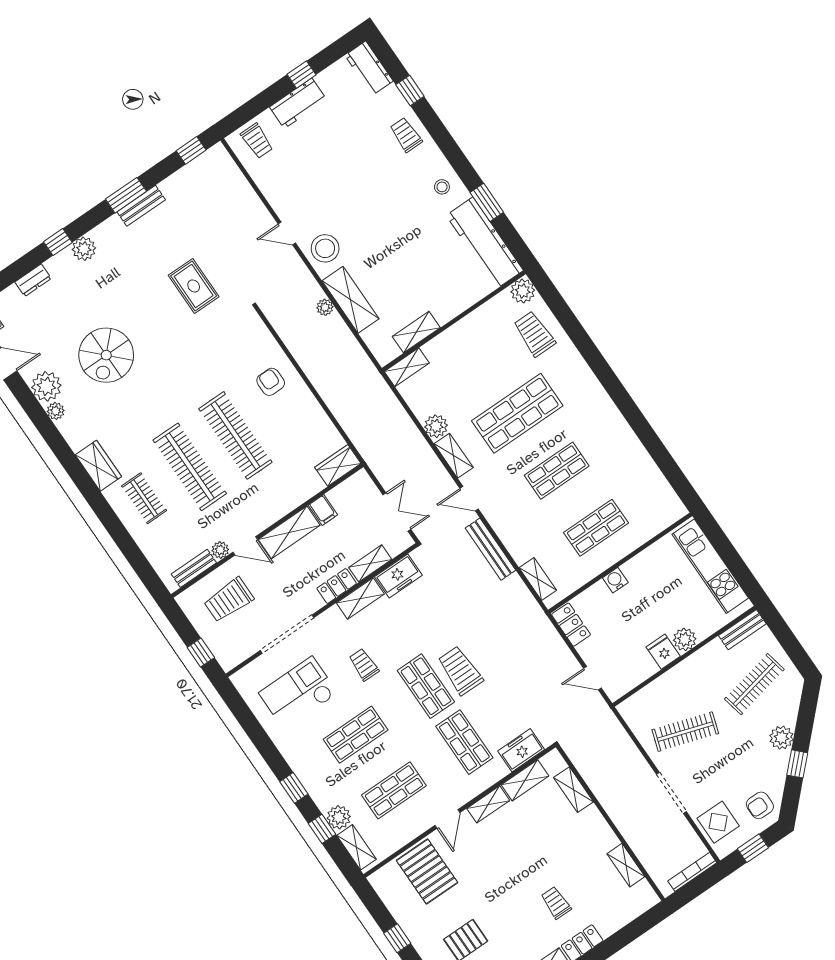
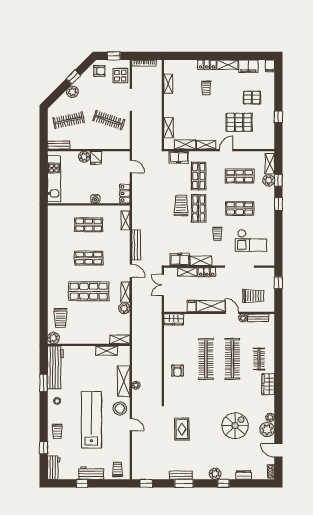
lab bench: (360, 195) -> (91, 420), added
trolley: (460, 671) -> (181, 205), turned 180
pallet: (427, 872) -> (239, 122), moved, turned 90

